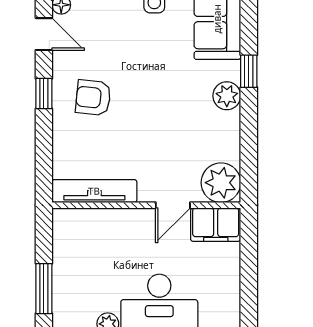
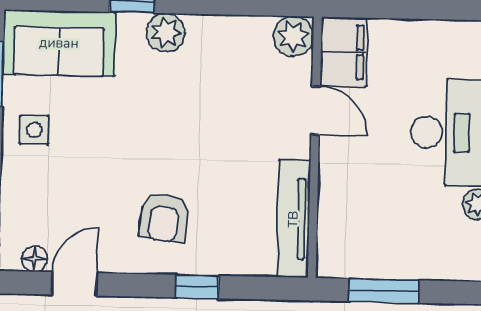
window: (44, 94) -> (197, 287), moved
plant: (221, 183) -> (293, 36), width x0.73, depth x0.73
window: (44, 289) -> (384, 291), moved

